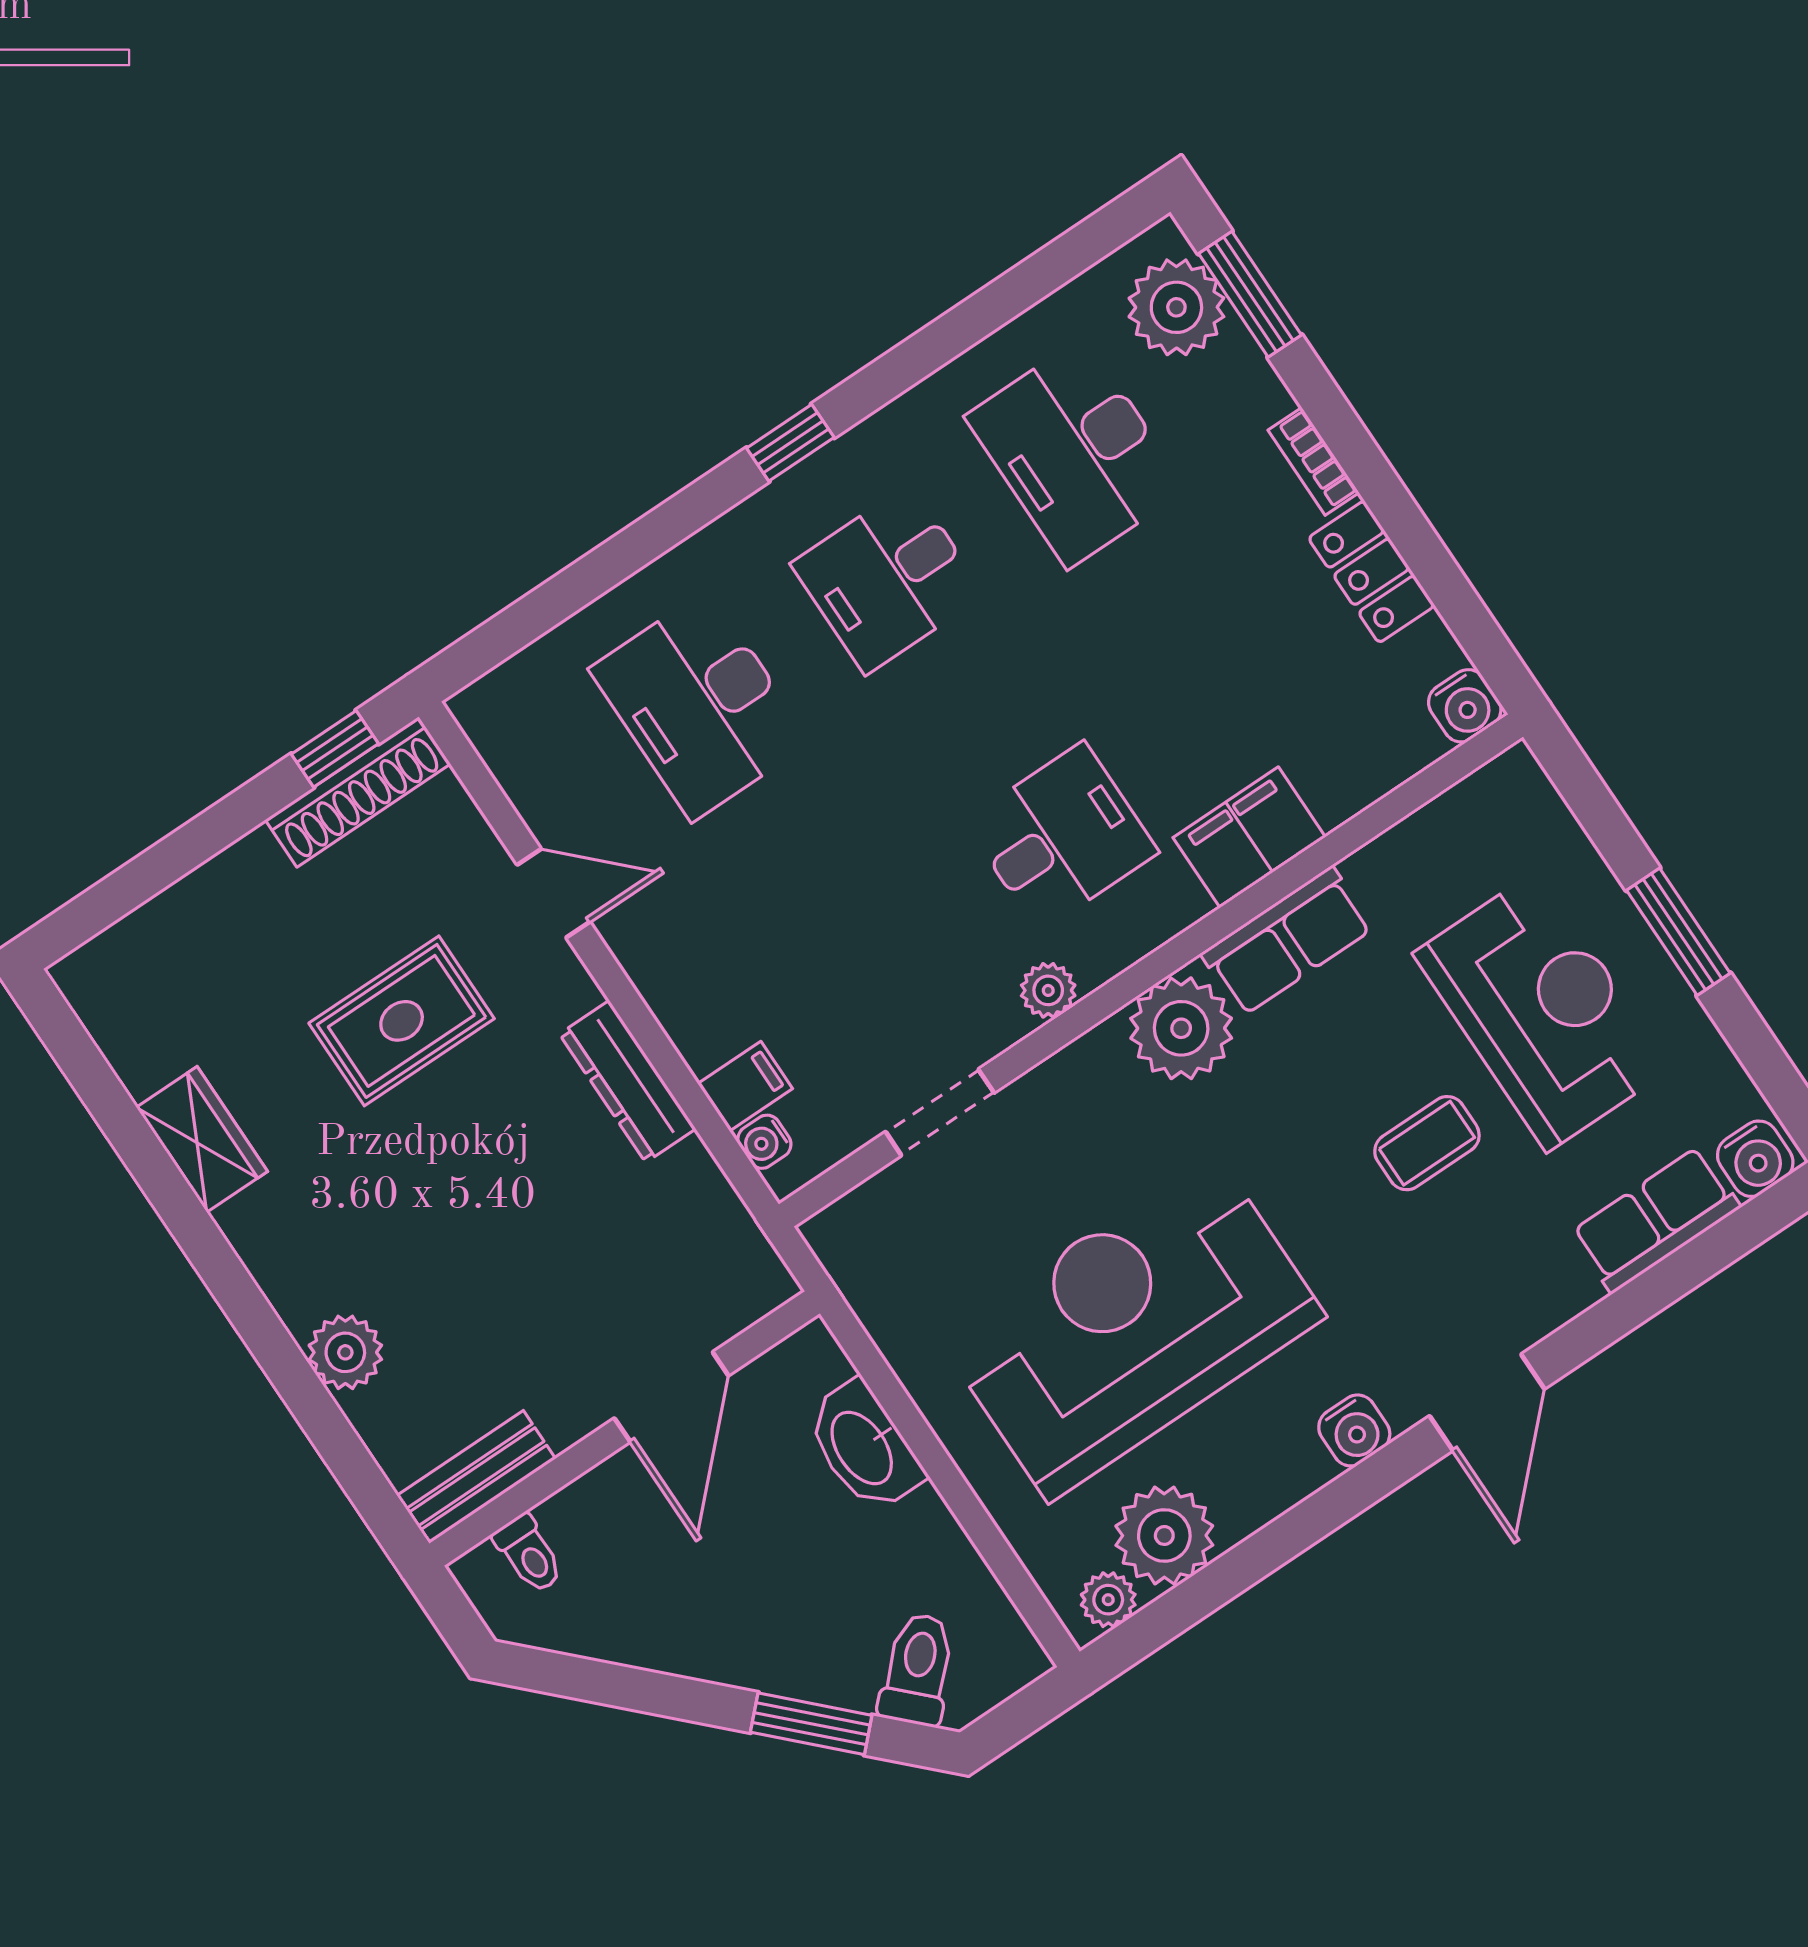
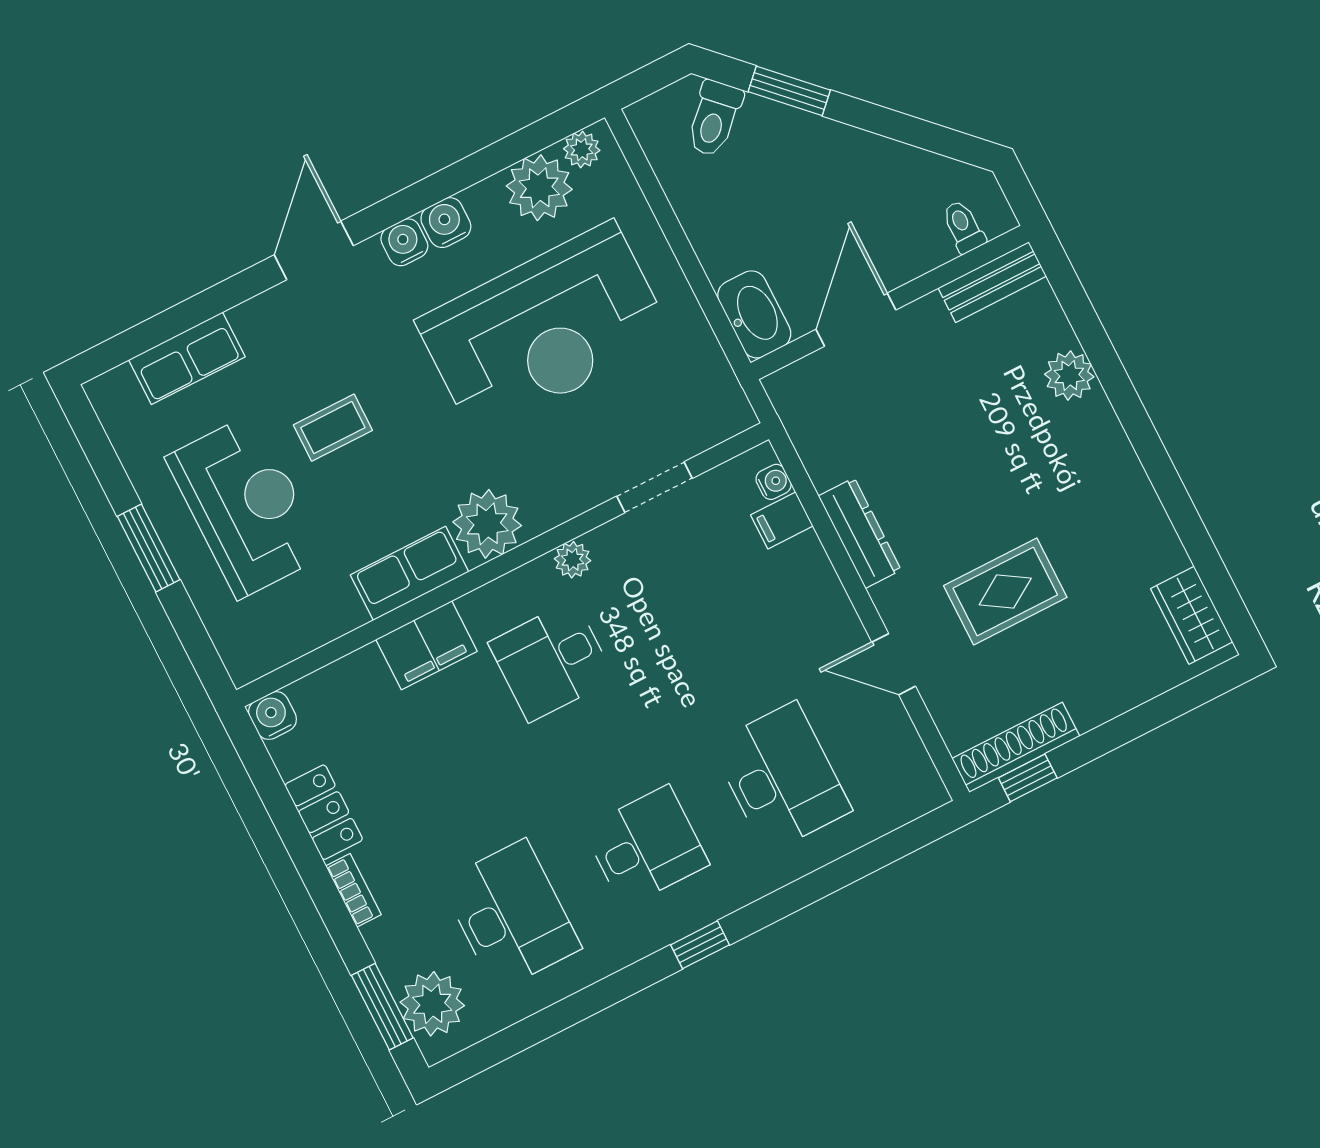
reception desk: (1542, 1011) -> (246, 506), turned 180
wardrobe: (202, 1139) -> (1192, 615), moved
water cooler: (1755, 1159) -> (446, 223), moved
washbasin: (864, 1447) -> (754, 314), moved

